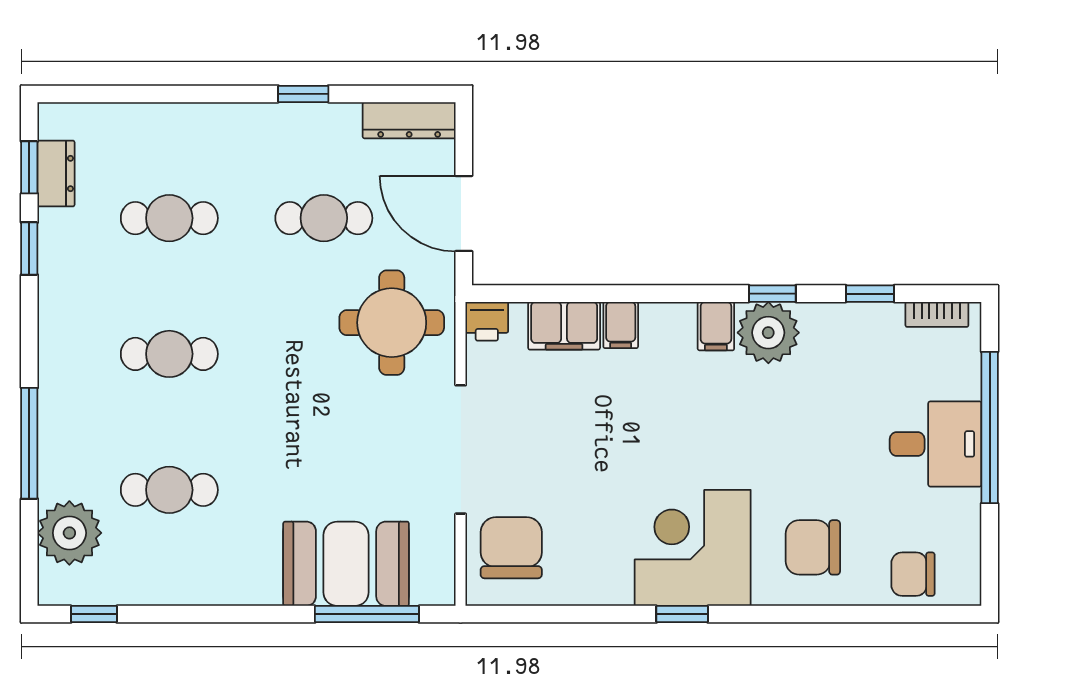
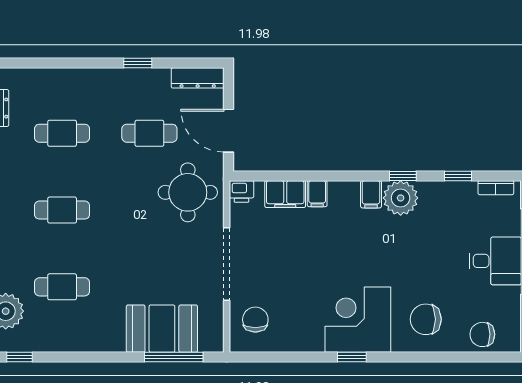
chair: (511, 548) -> (255, 320), width x0.73, depth x0.73

